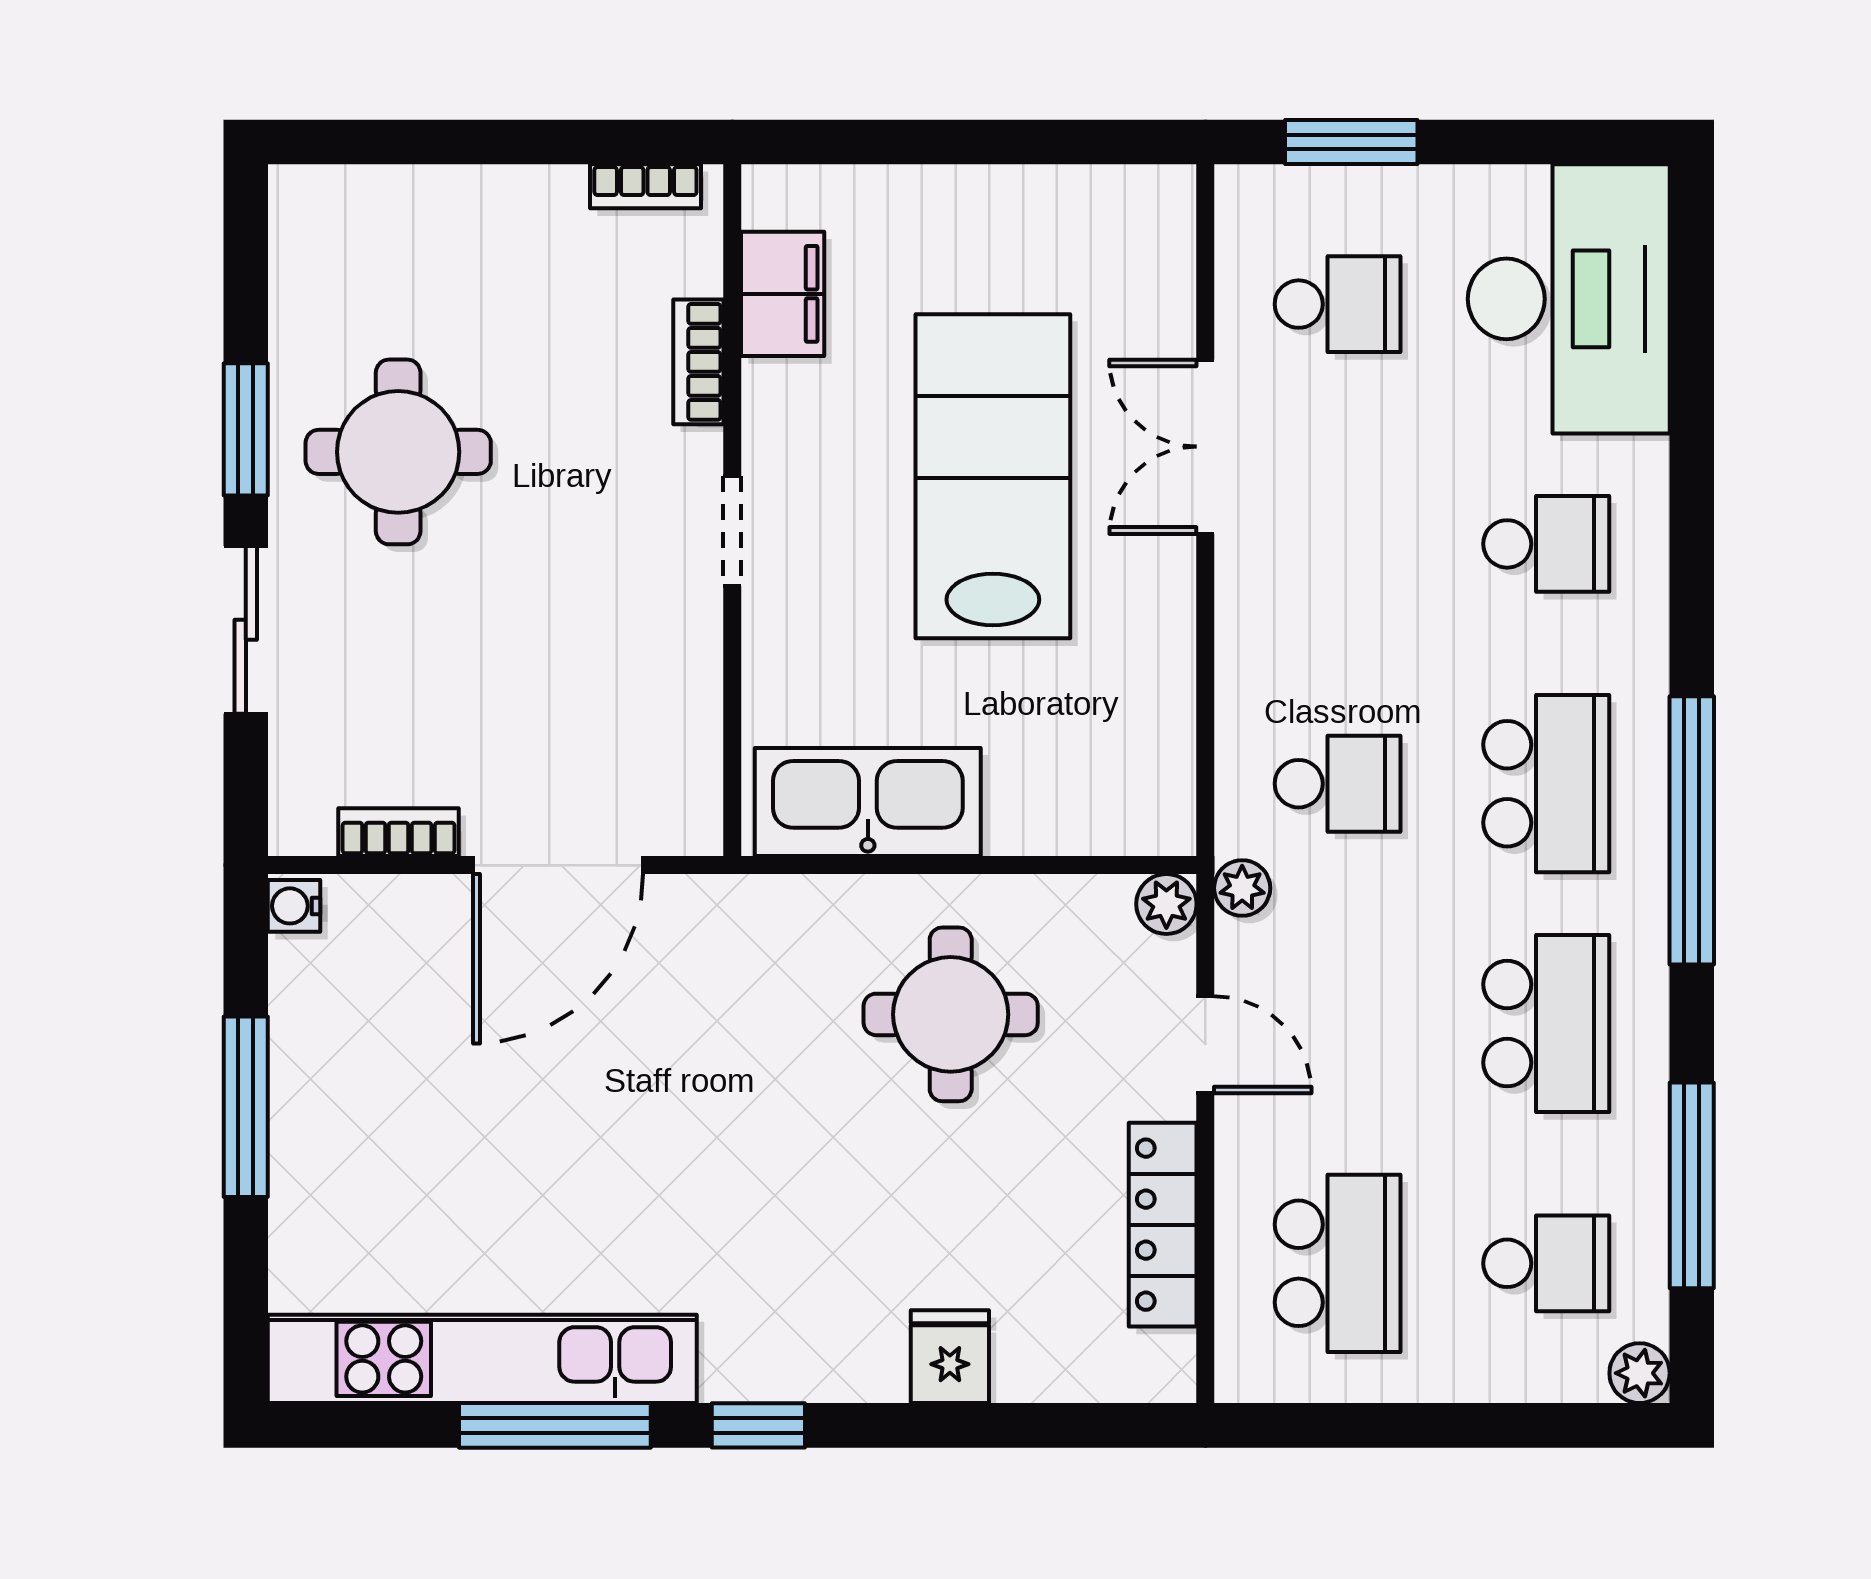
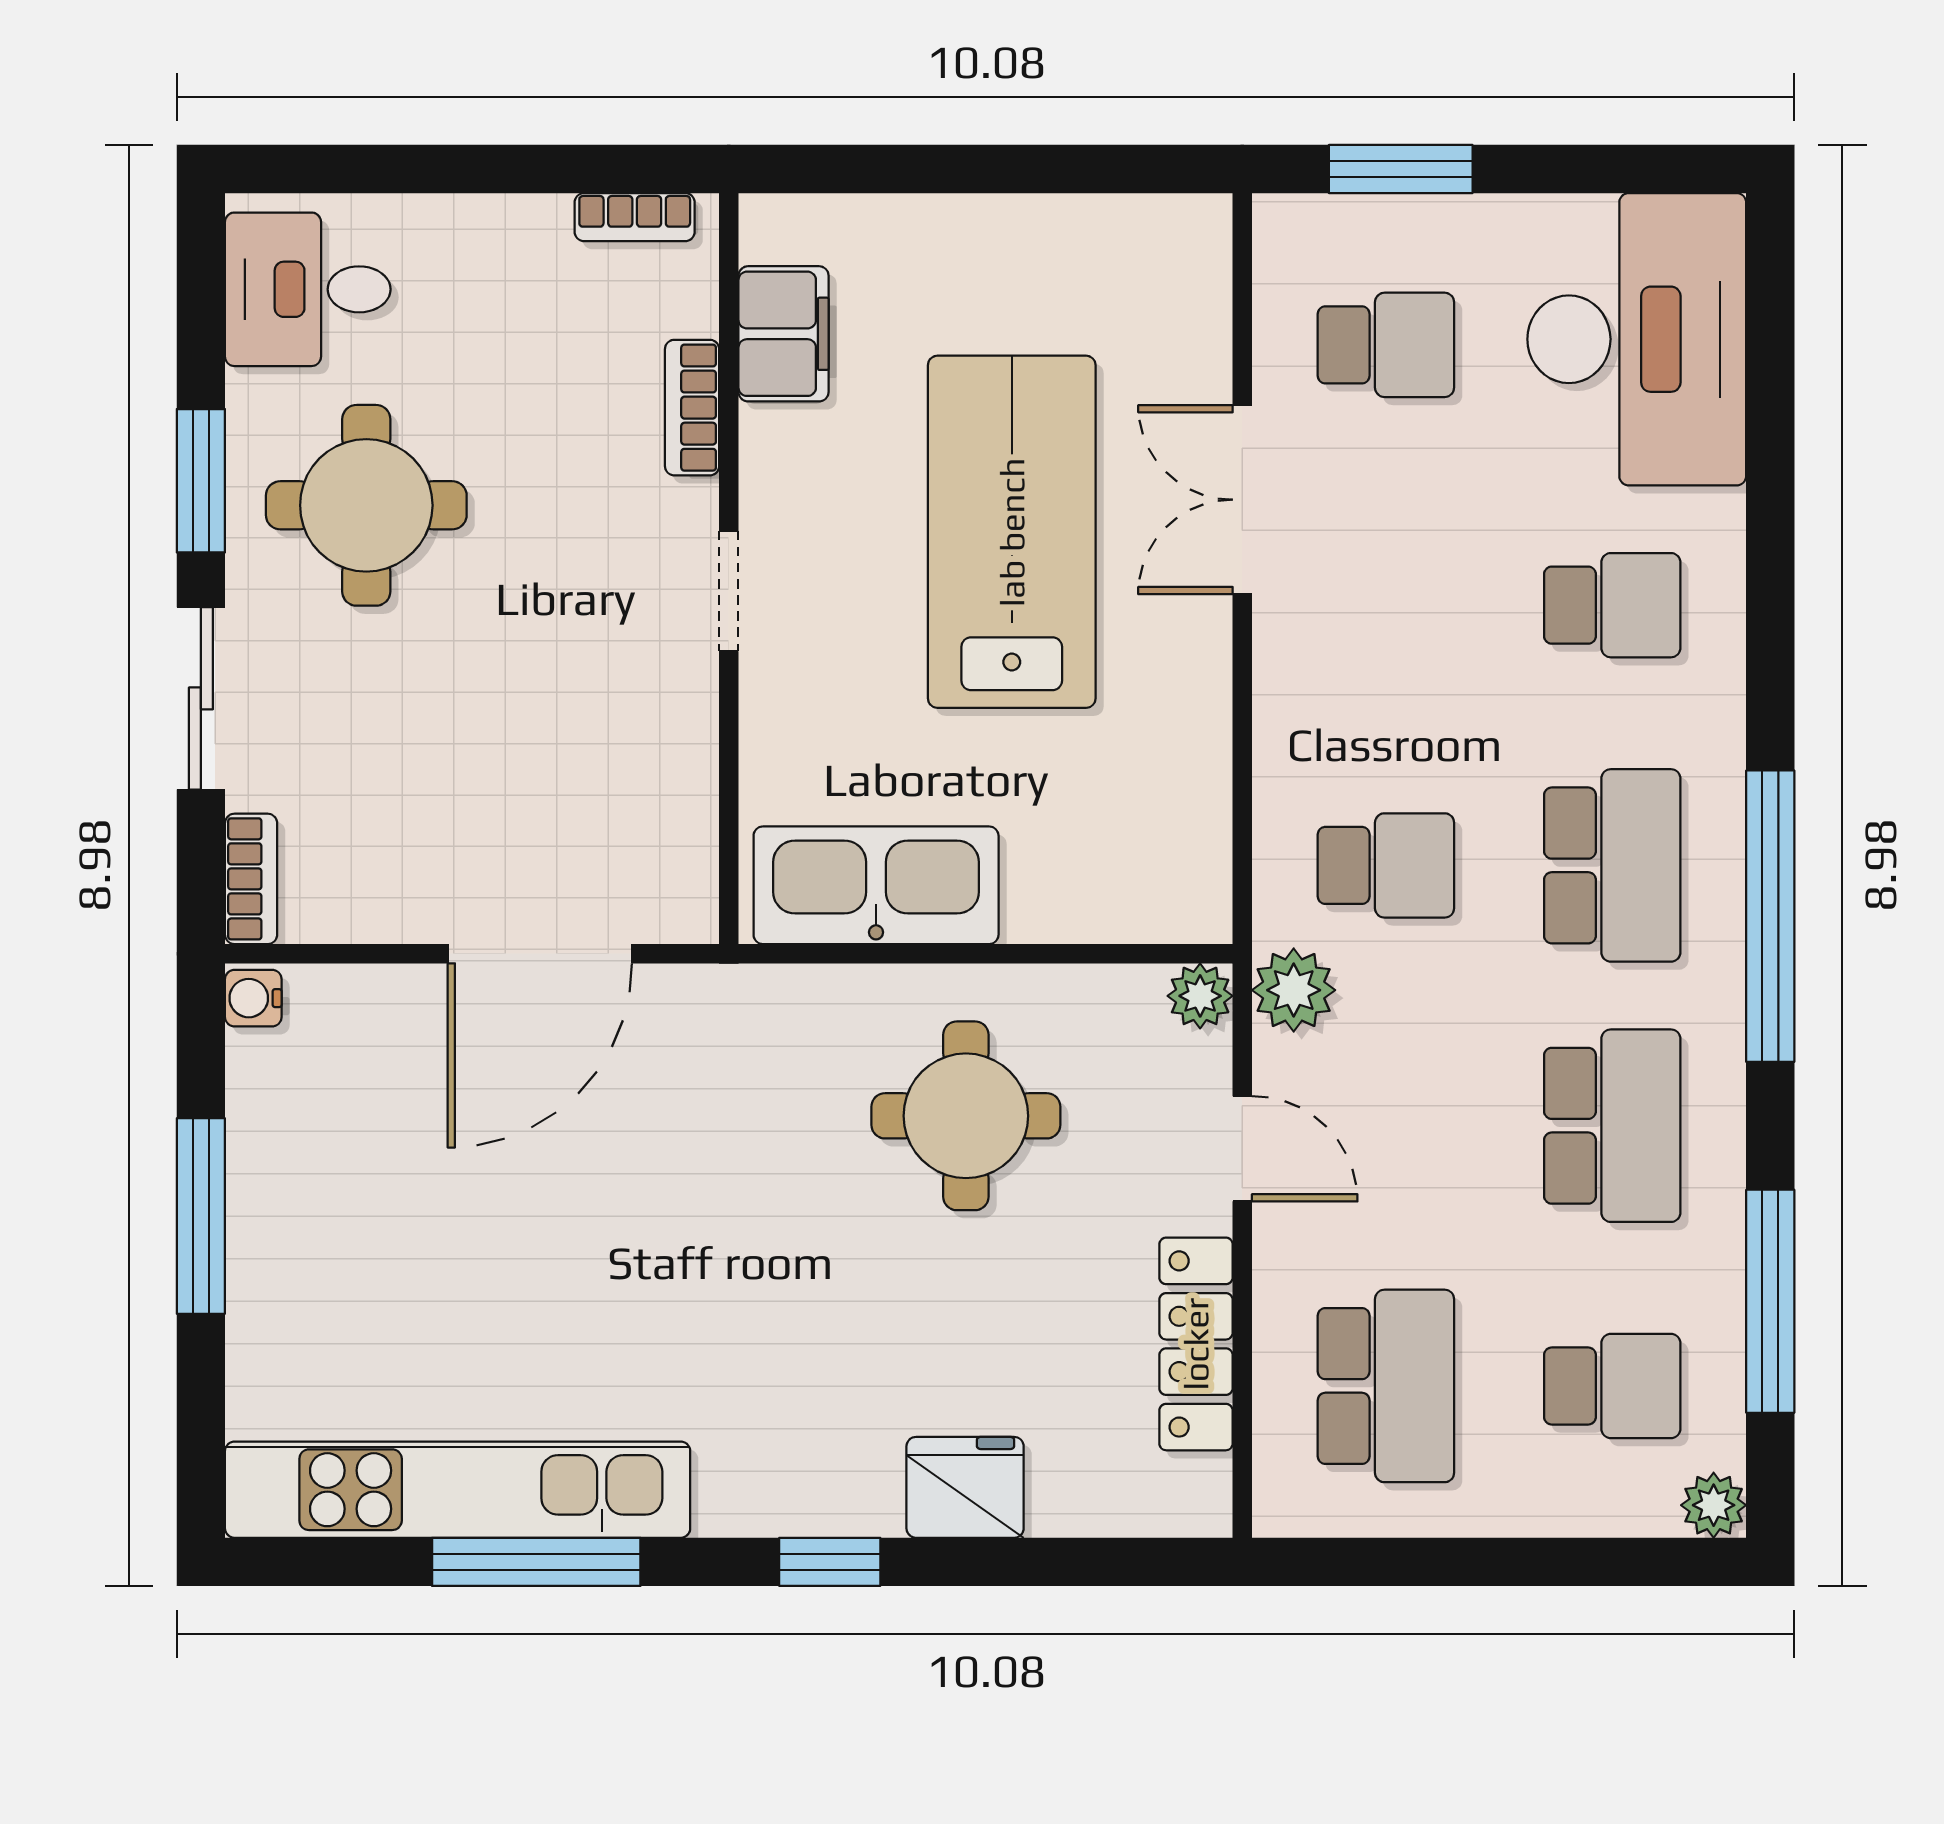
desk: (344, 253) -> (308, 289), added
bookcase: (399, 832) -> (251, 879), moved, turned 90
plant: (1242, 888) -> (1294, 990), width x1.38, depth x1.38
fridge: (950, 1357) -> (965, 1487), width x1.38
window: (758, 1425) -> (830, 1562), moved

